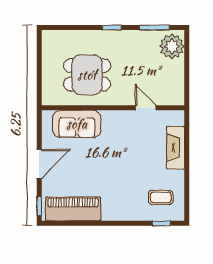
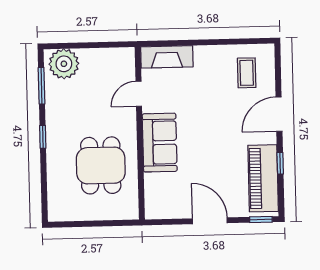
sofa: (77, 124) -> (160, 143), moved
fireplace: (176, 148) -> (167, 57), moved
door: (126, 223) -> (279, 114), added
window: (161, 223) -> (280, 163), moved

